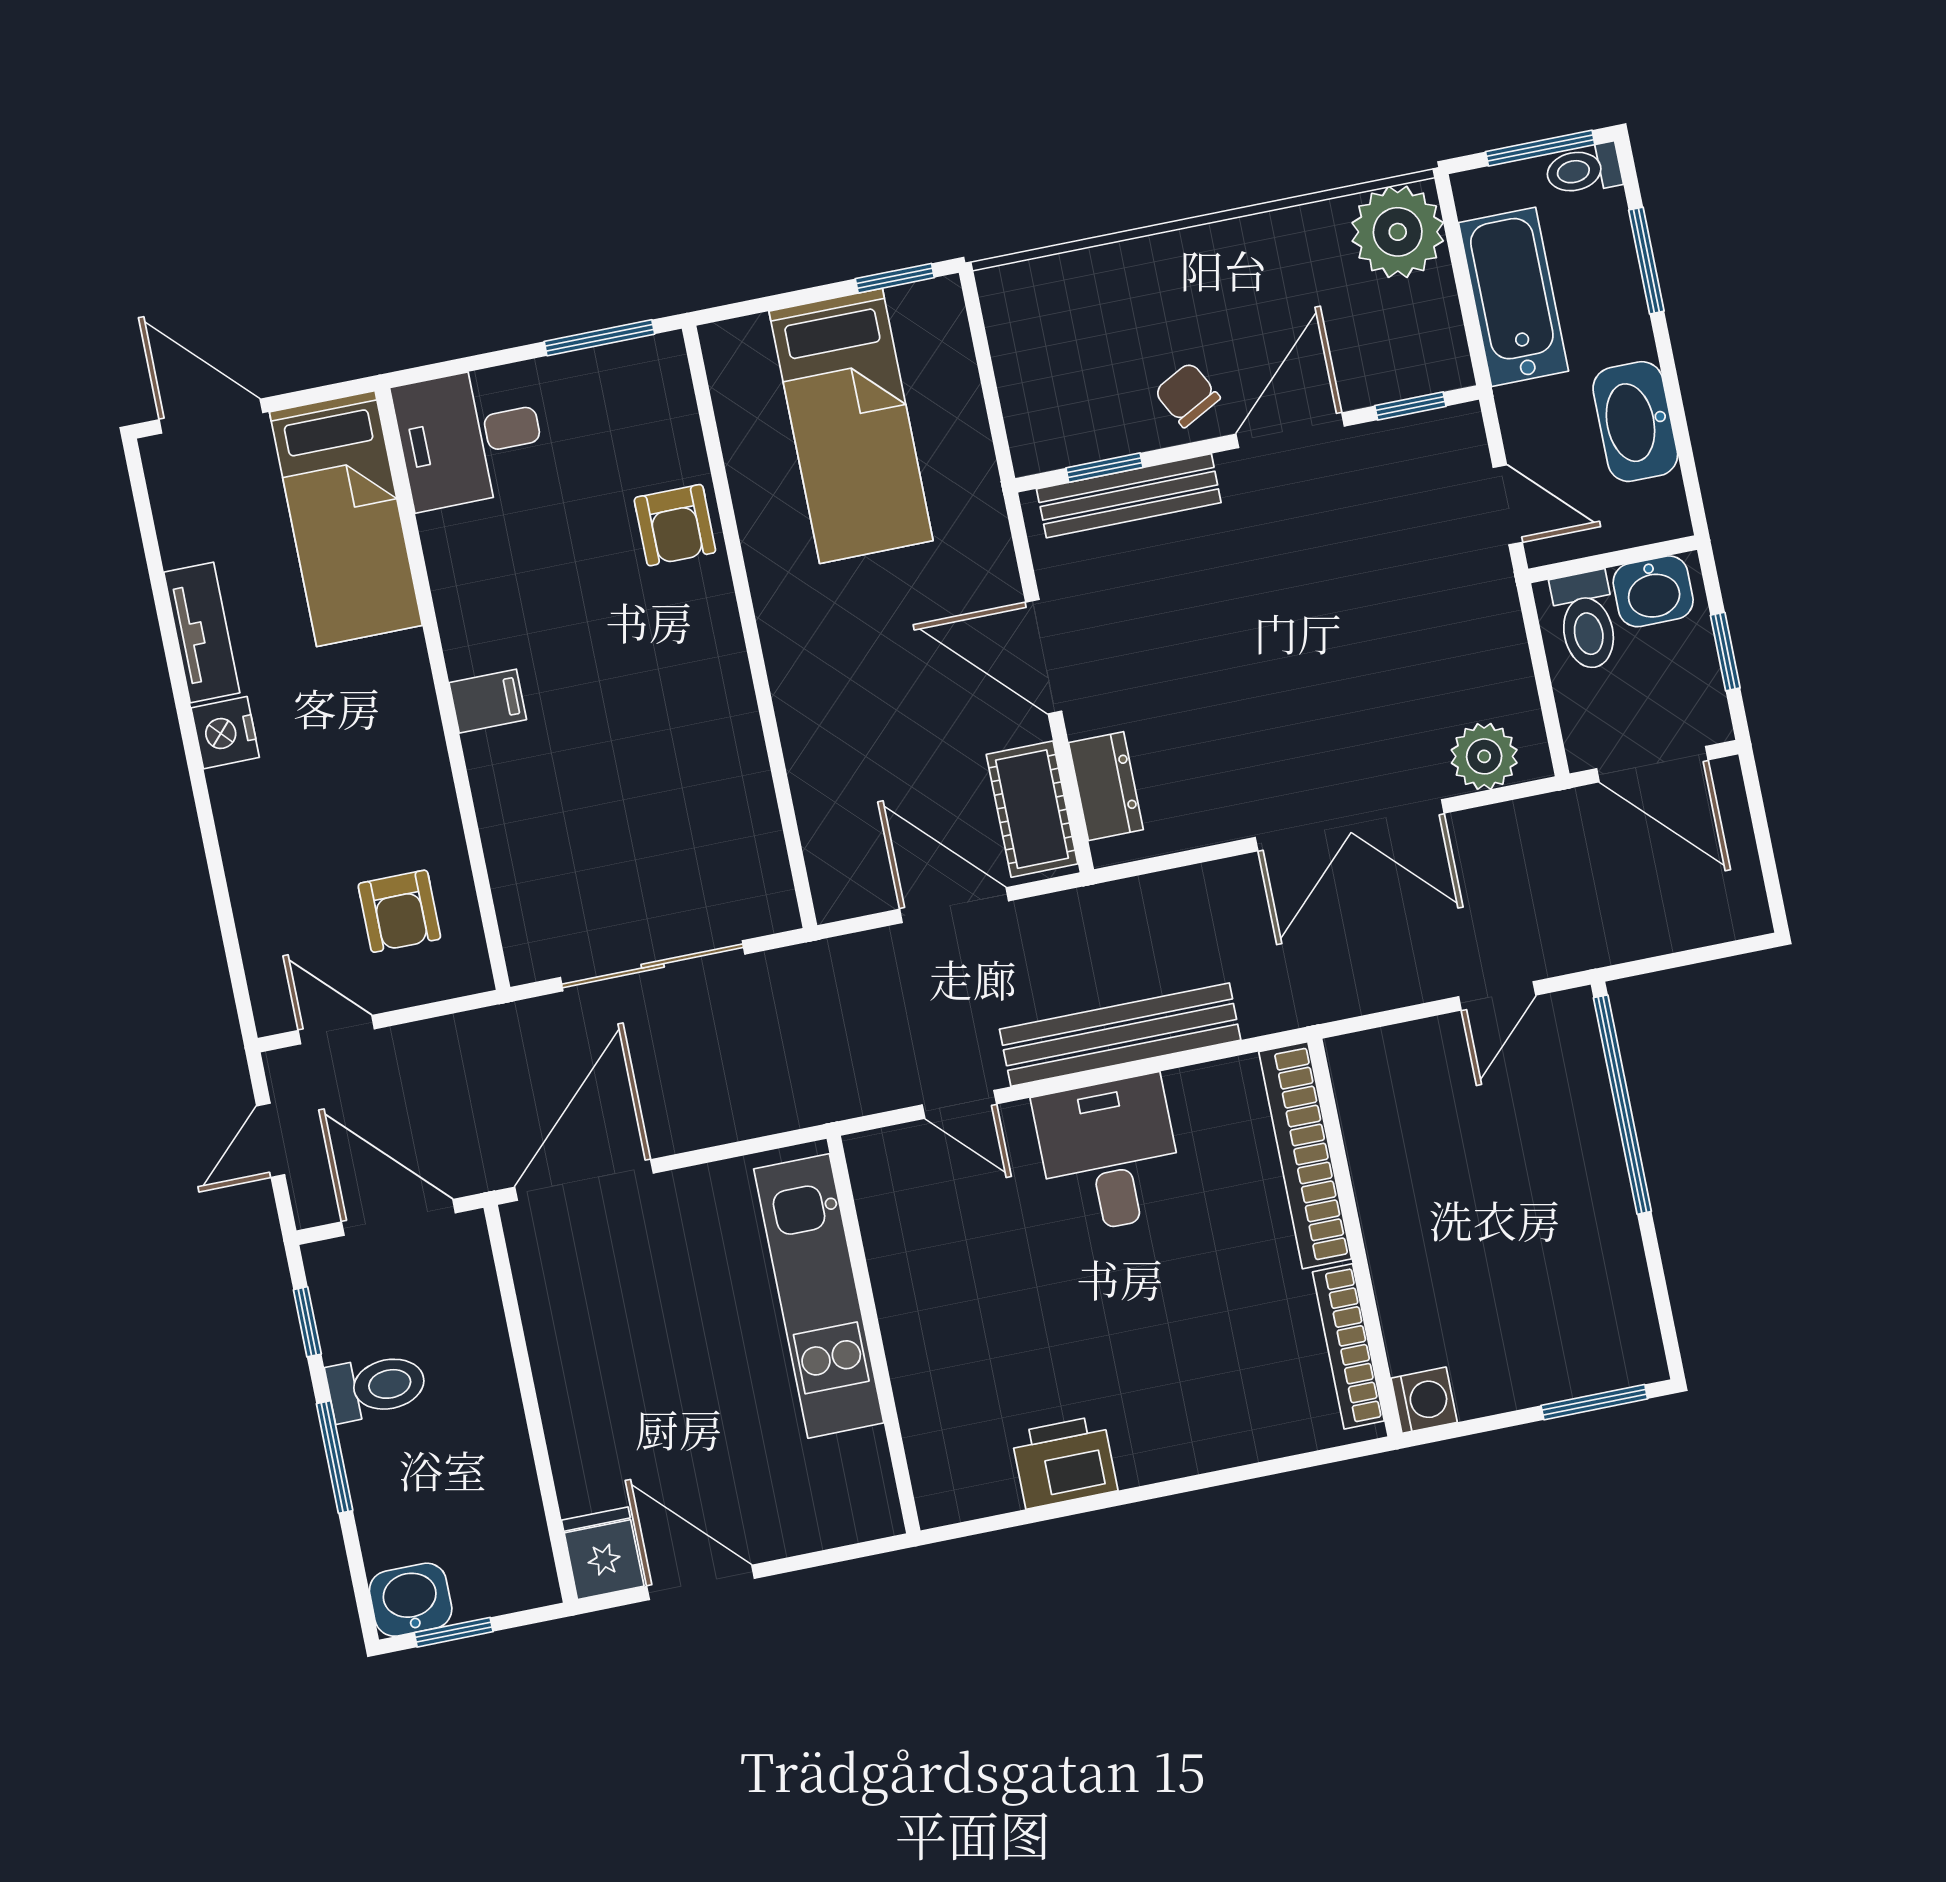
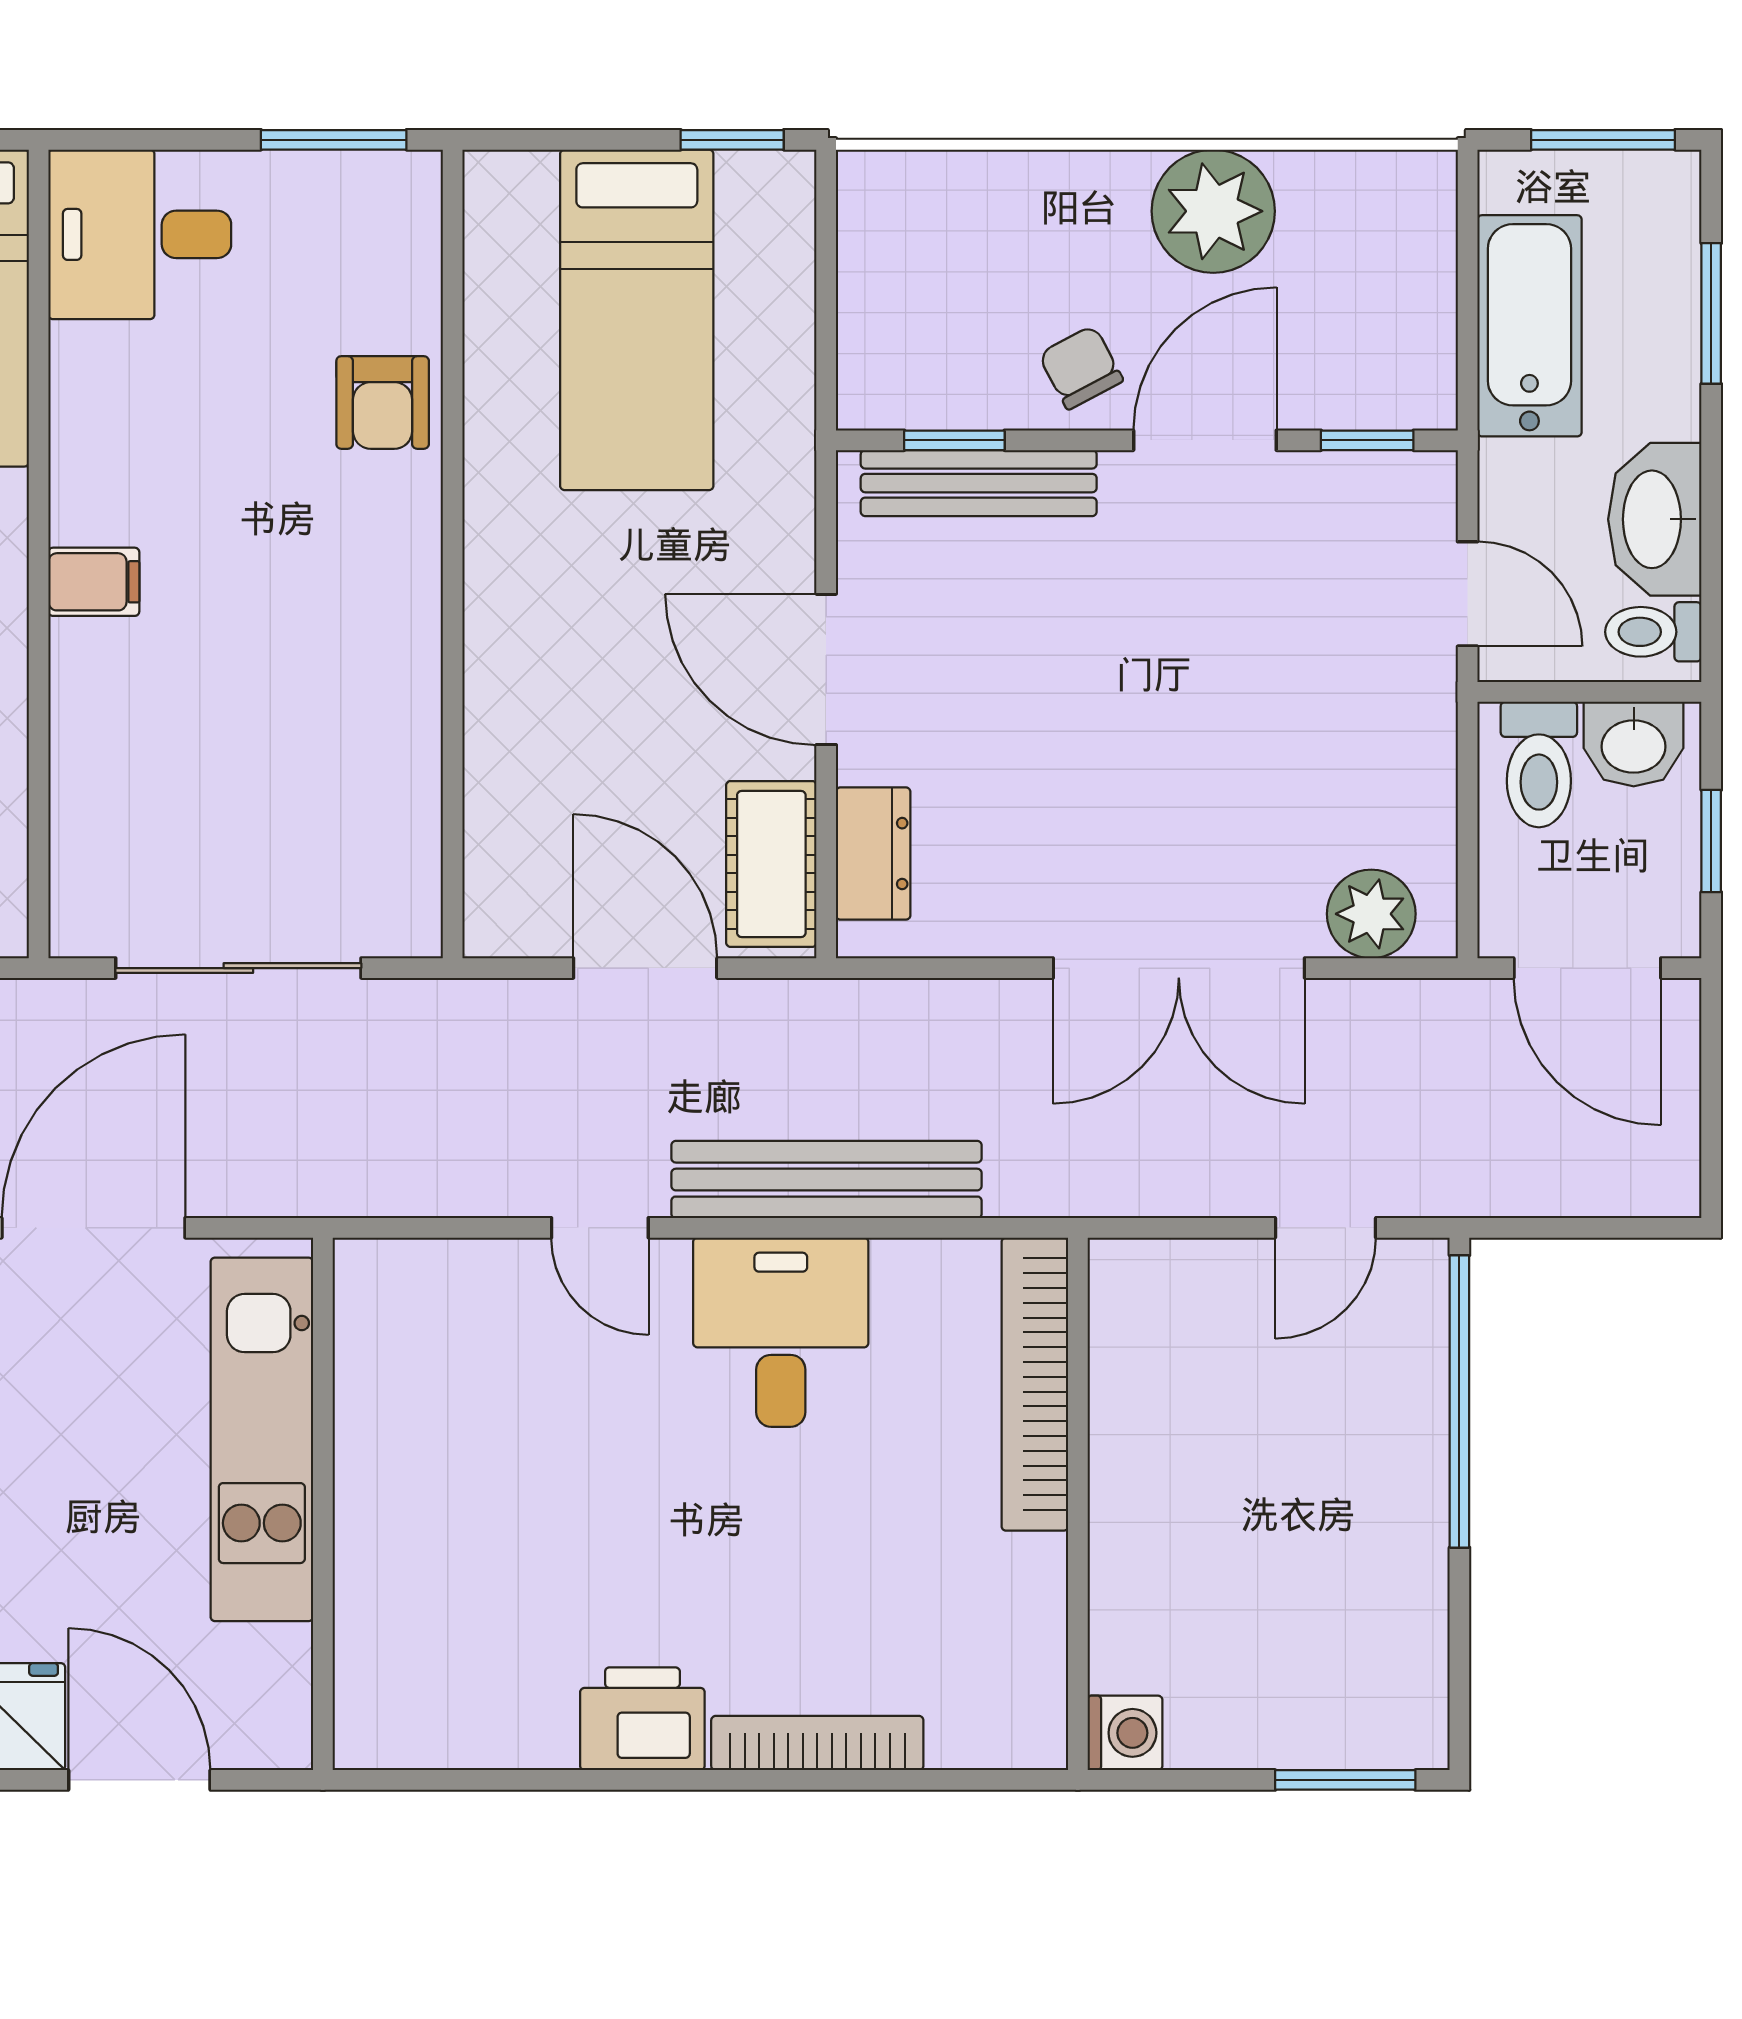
toilet: (1583, 170) -> (1653, 632), moved
plant: (1398, 232) -> (1213, 211), moved
kitchen unit: (819, 1296) -> (262, 1439), moved
wall: (873, 1335) -> (323, 1504), moved
bookcase: (1348, 1346) -> (817, 1743), moved, turned 90

